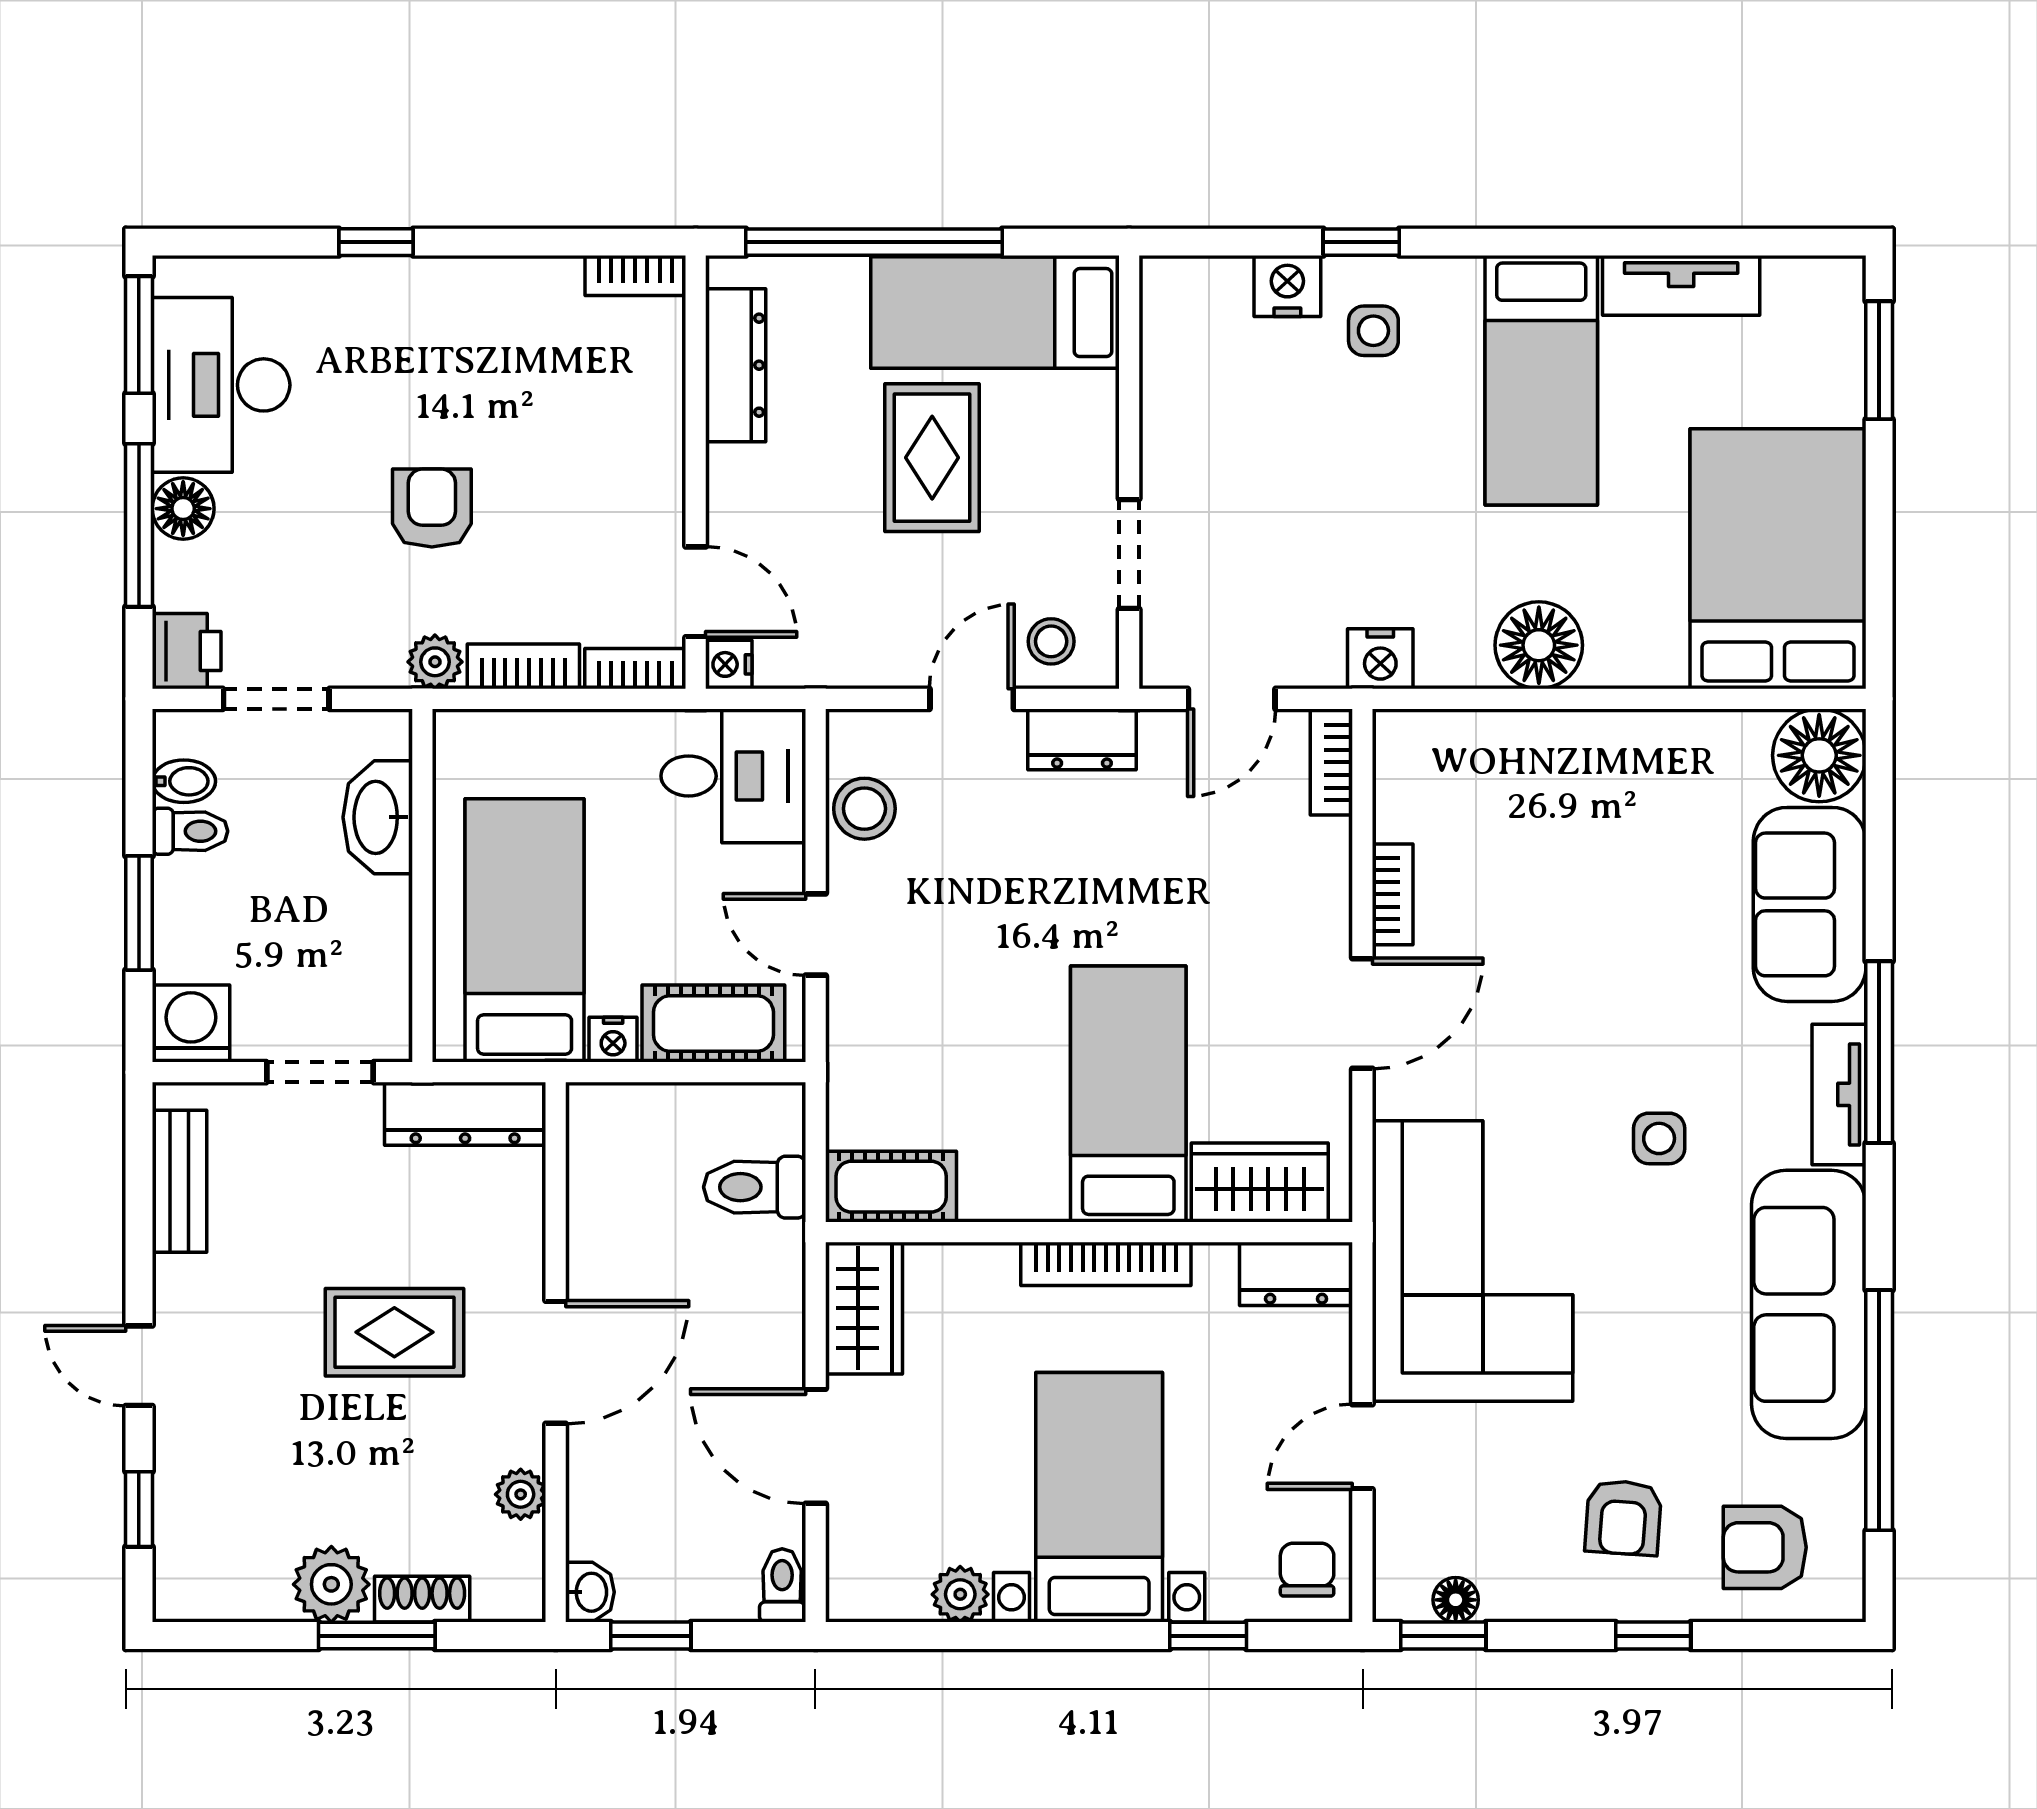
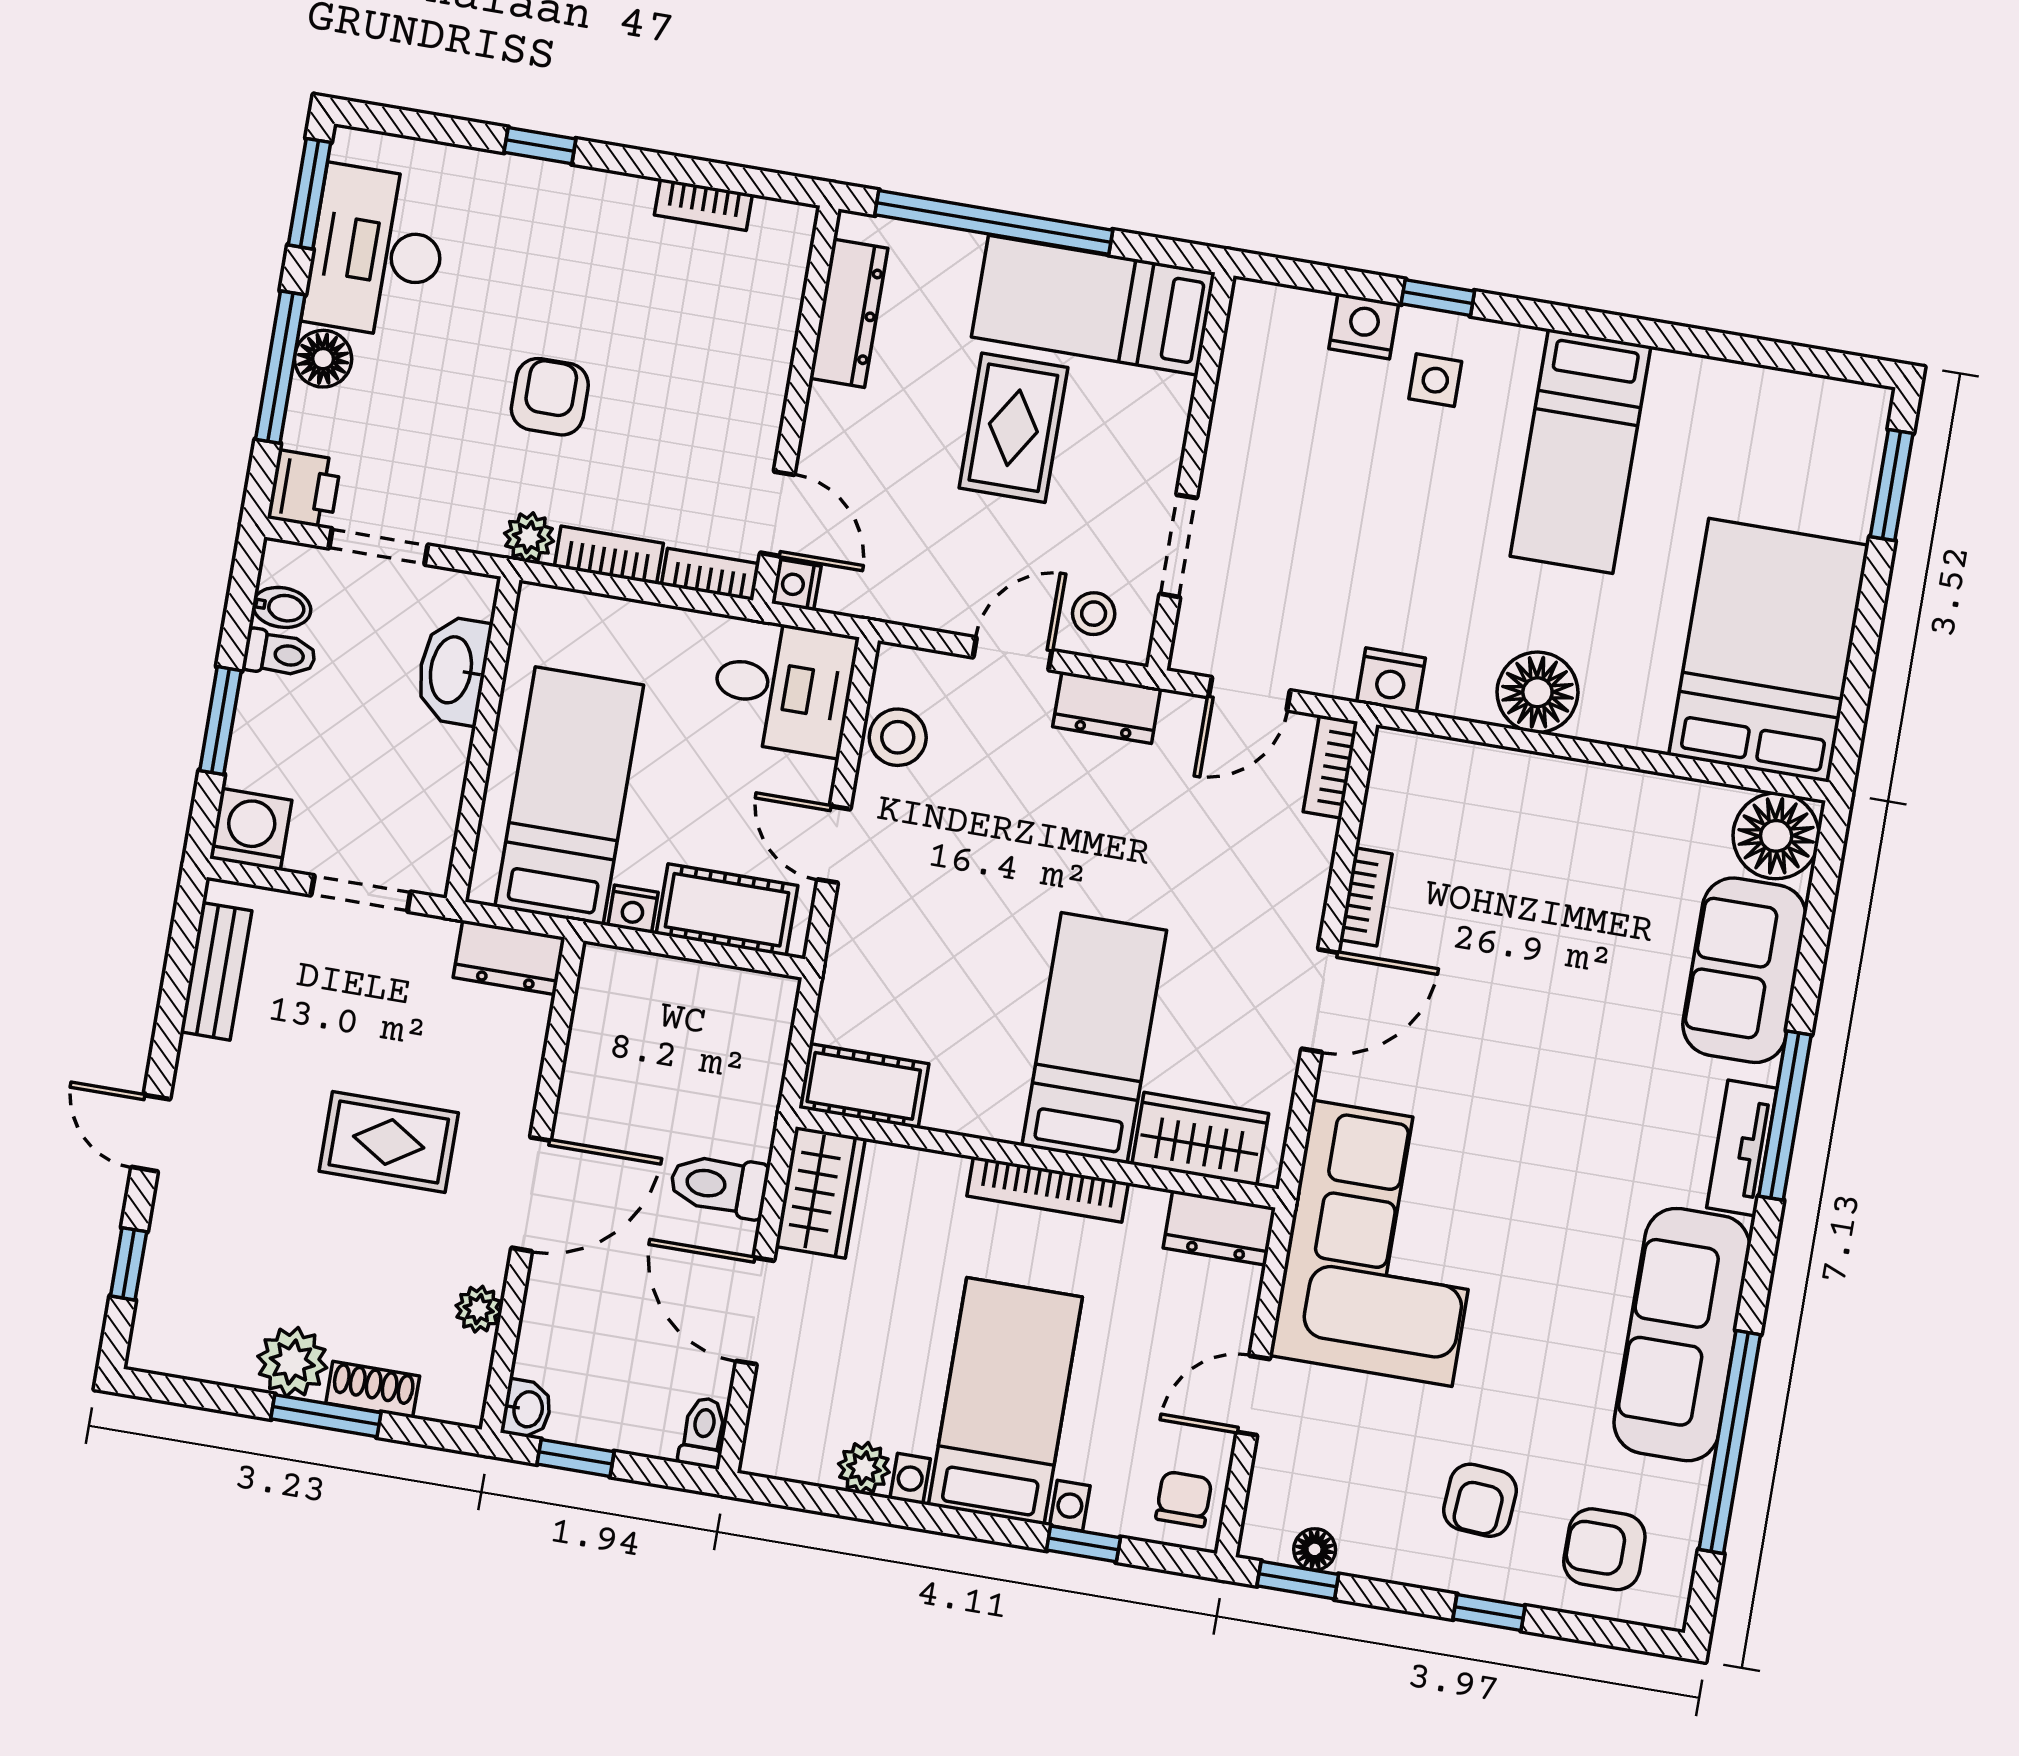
bookcase: (635, 276) -> (703, 205), moved
tv unit: (1681, 285) -> (1723, 386), removed
dresser: (465, 1114) -> (509, 958), width x0.70
side table: (1659, 1138) -> (1571, 1160), removed
toilet: (755, 1187) -> (719, 1185), moved

